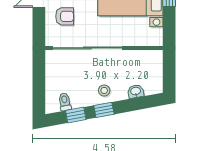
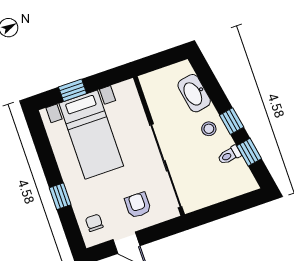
washbasin: (136, 91) -> (194, 93), width x1.91, depth x1.45
toilet: (65, 102) -> (229, 155), moved

